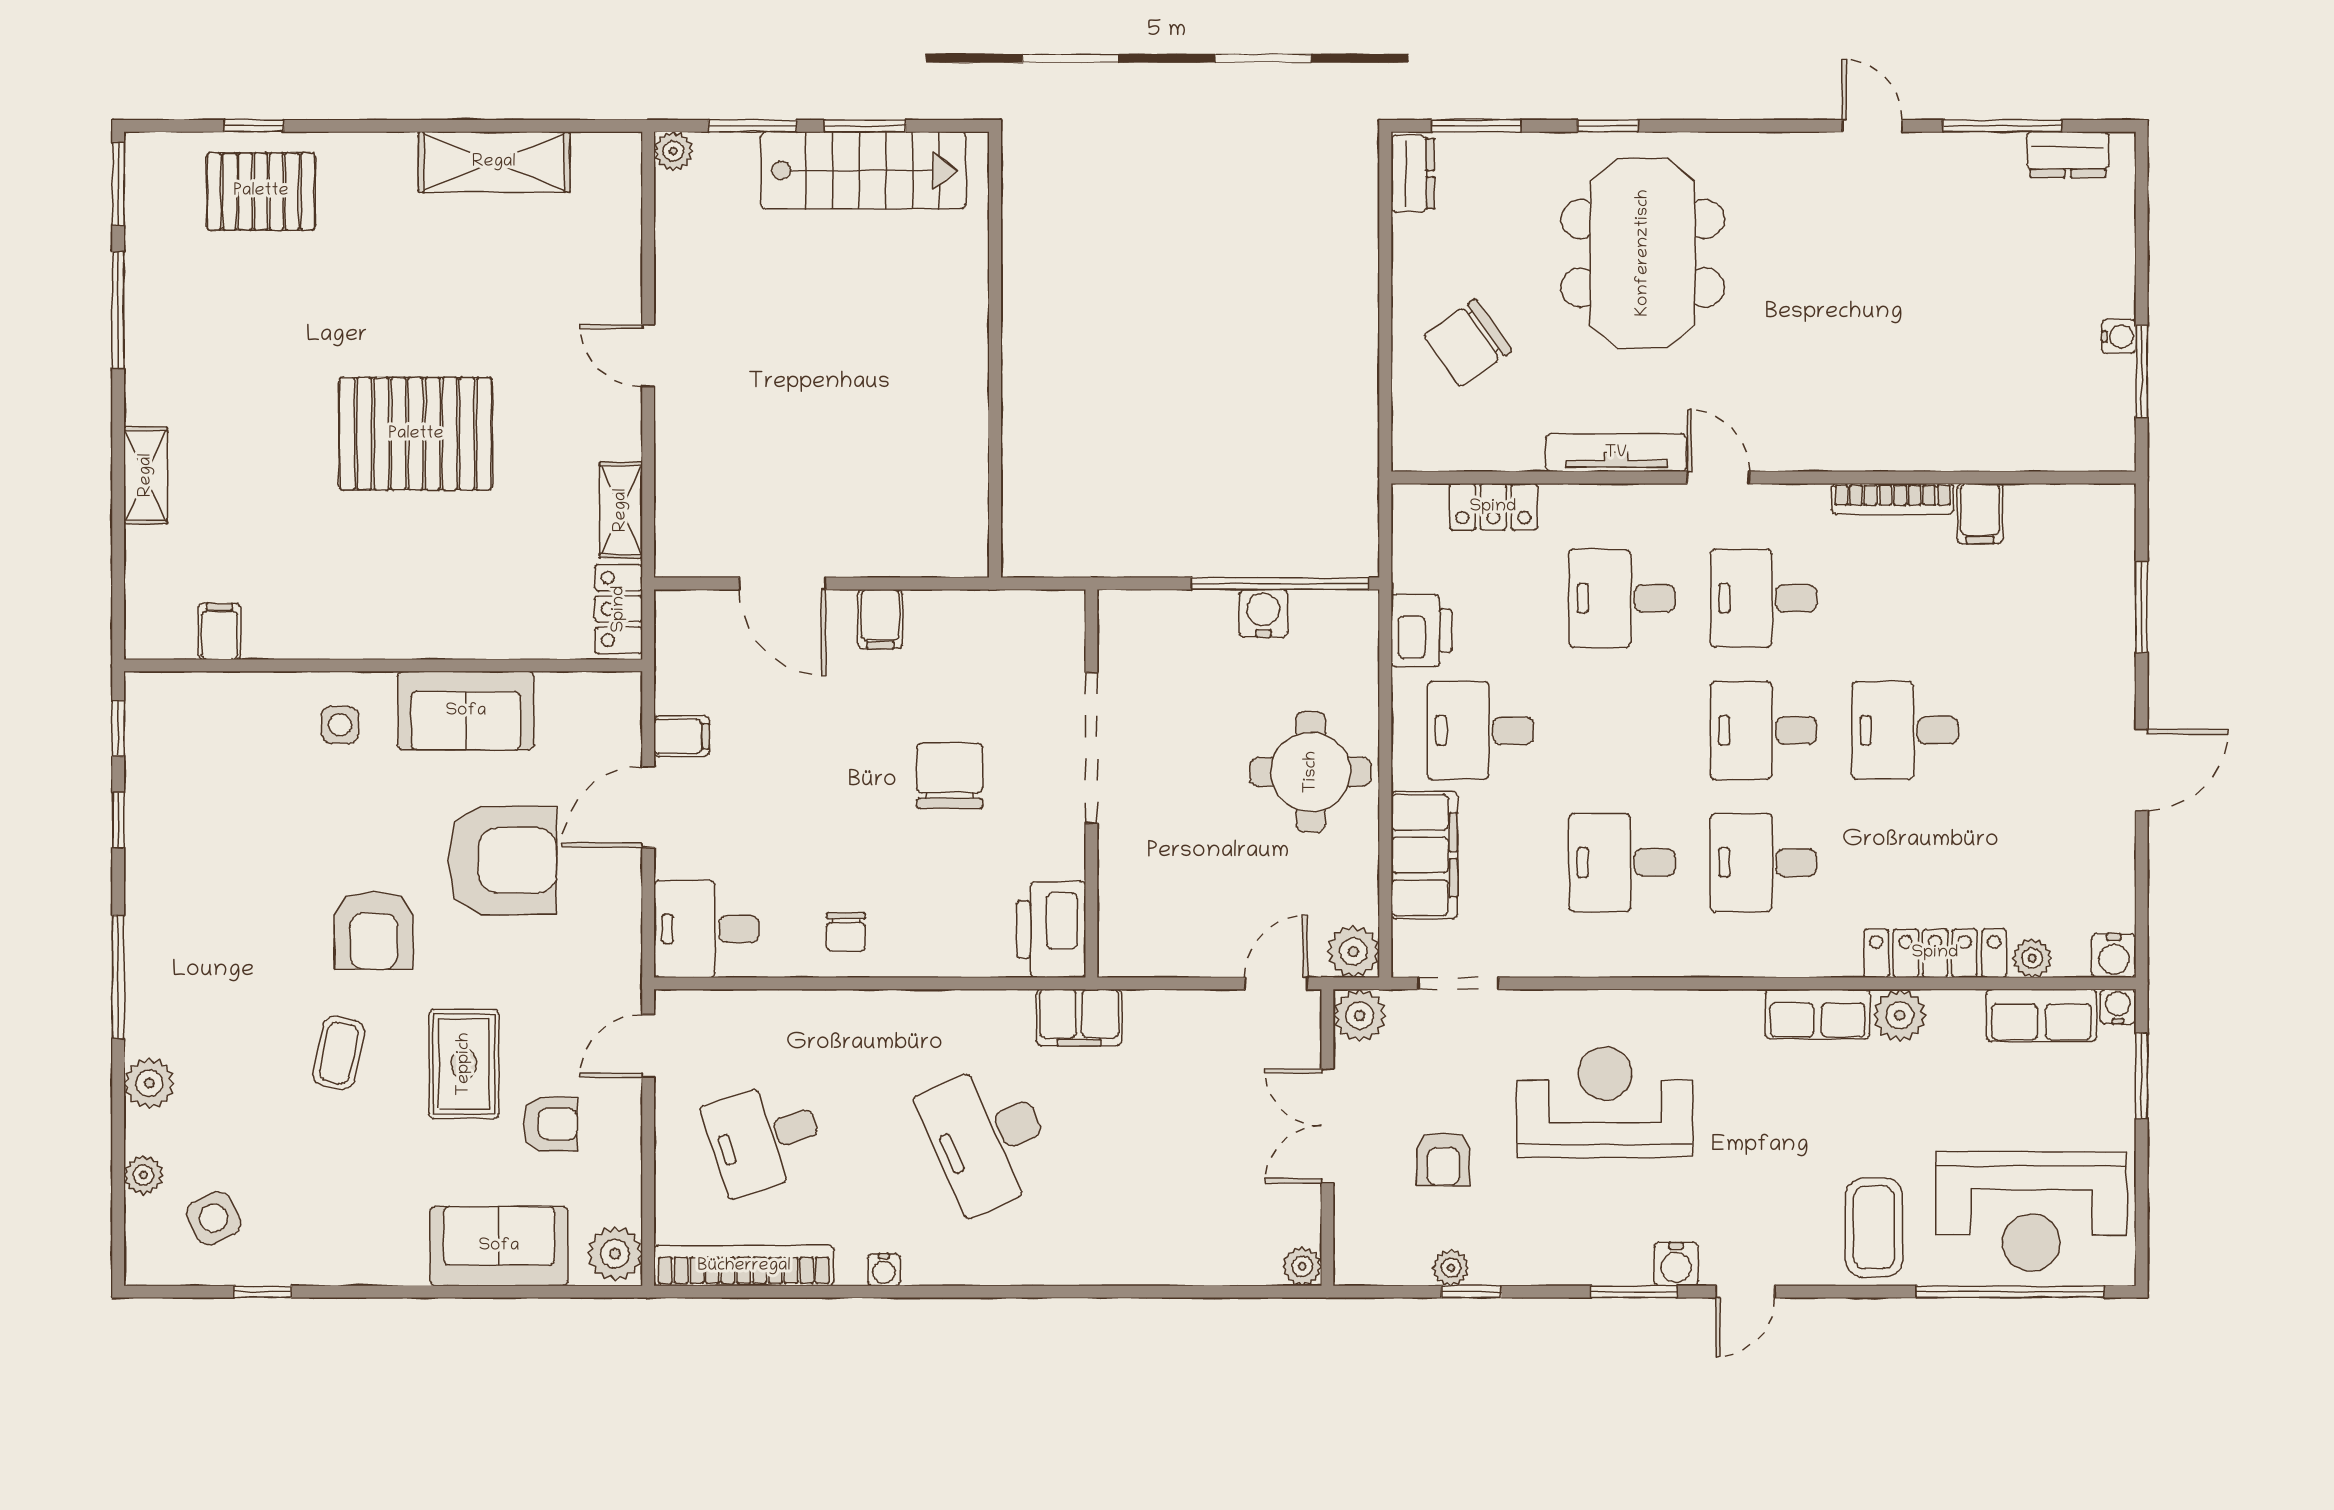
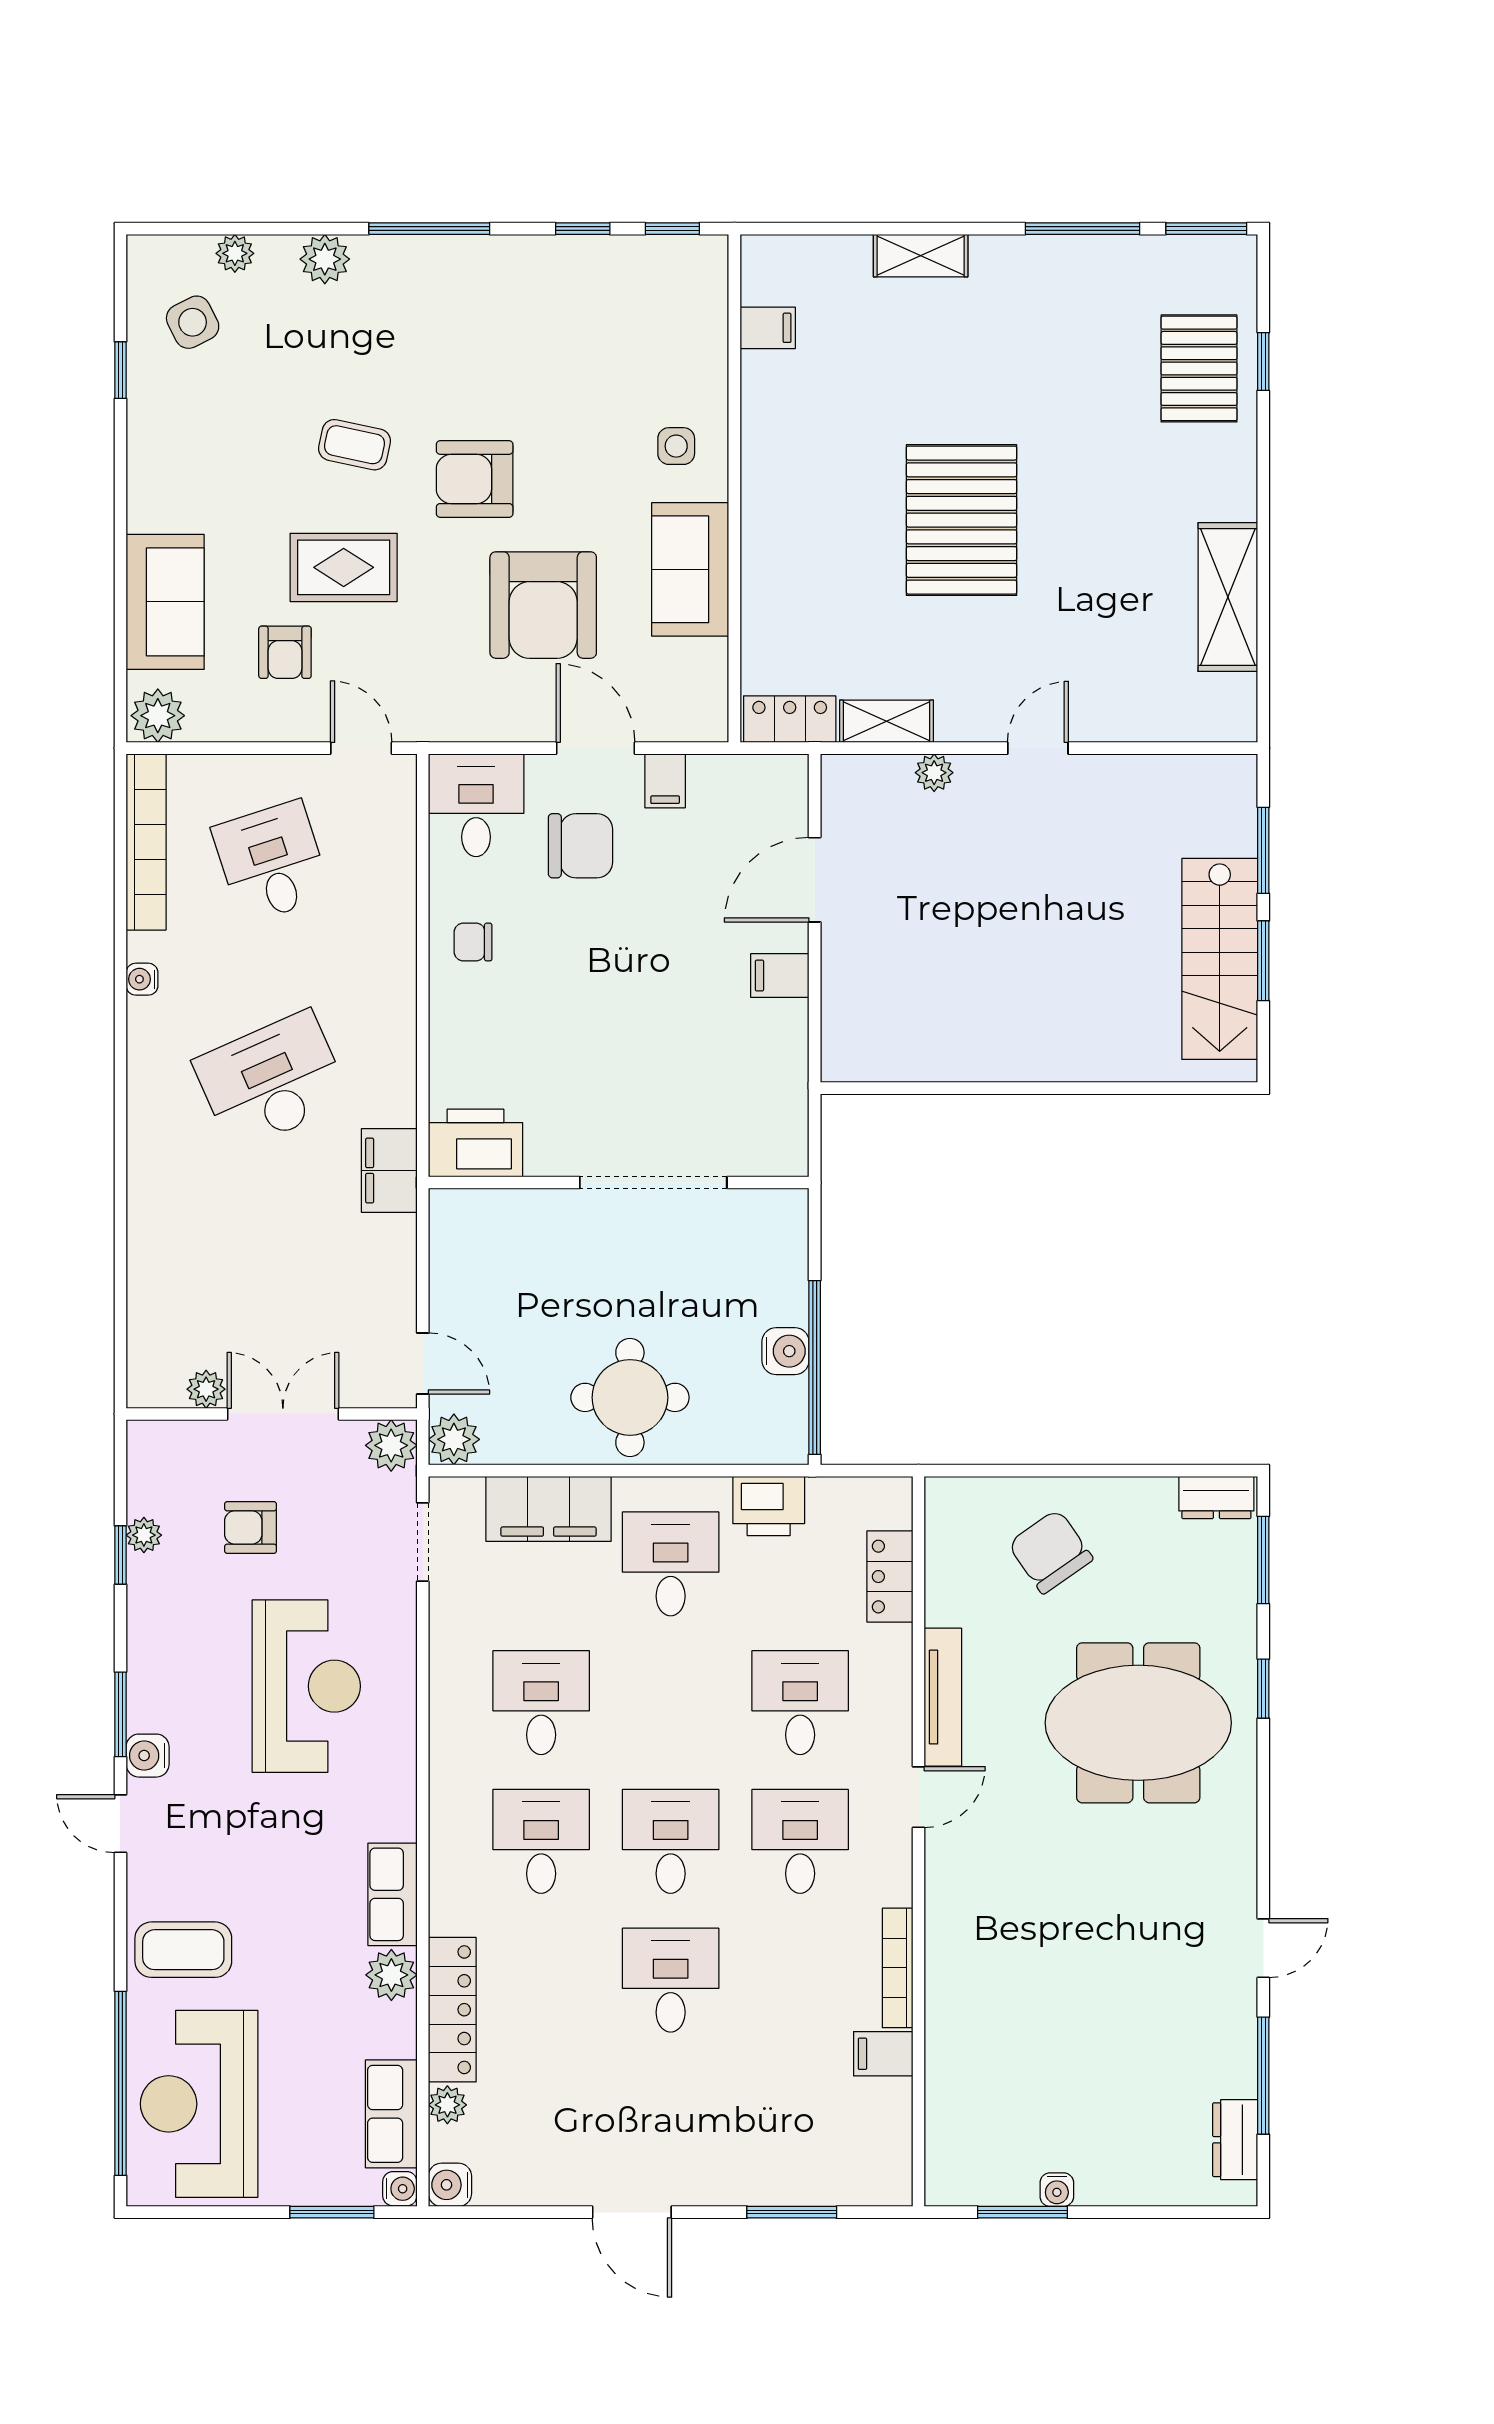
plant: (673, 151) -> (934, 773), moved
chair: (950, 776) -> (581, 846), moved
plant: (1302, 1266) -> (206, 1389), moved

